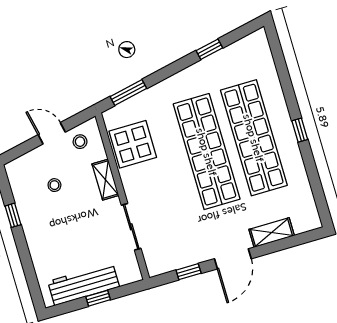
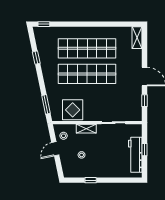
window: (300, 130) -> (44, 24), moved
shelving: (272, 232) -> (137, 38), moved

